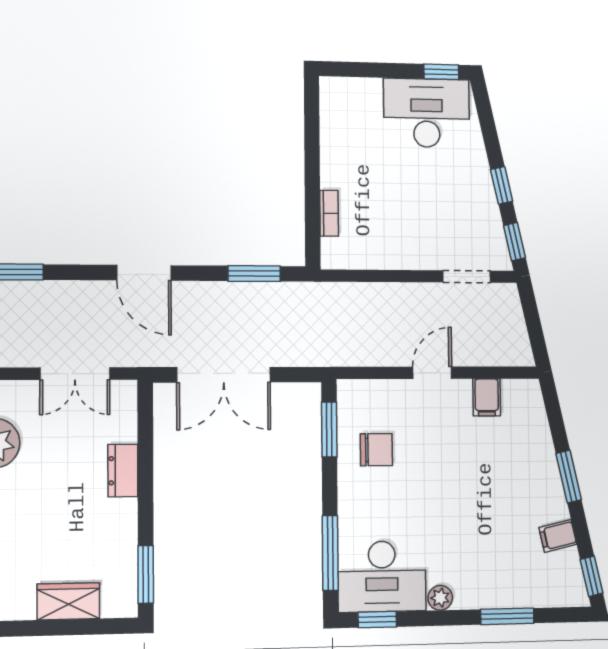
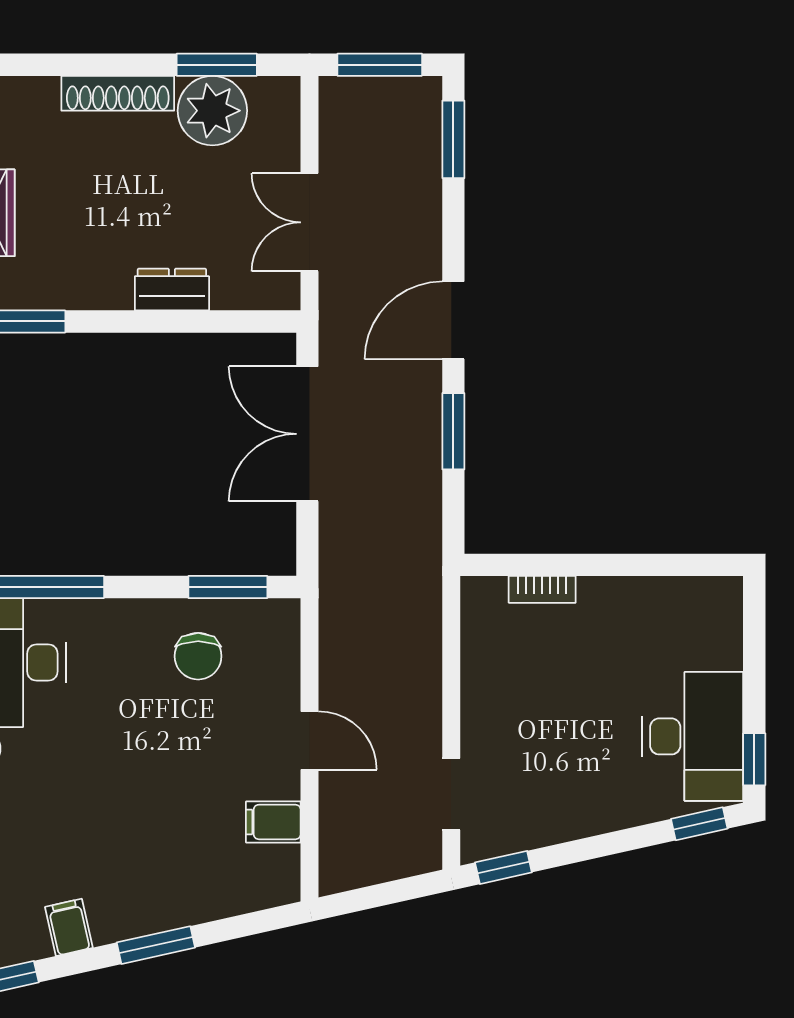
window: (502, 185) -> (699, 824), moved
window: (254, 274) -> (453, 431), moved

